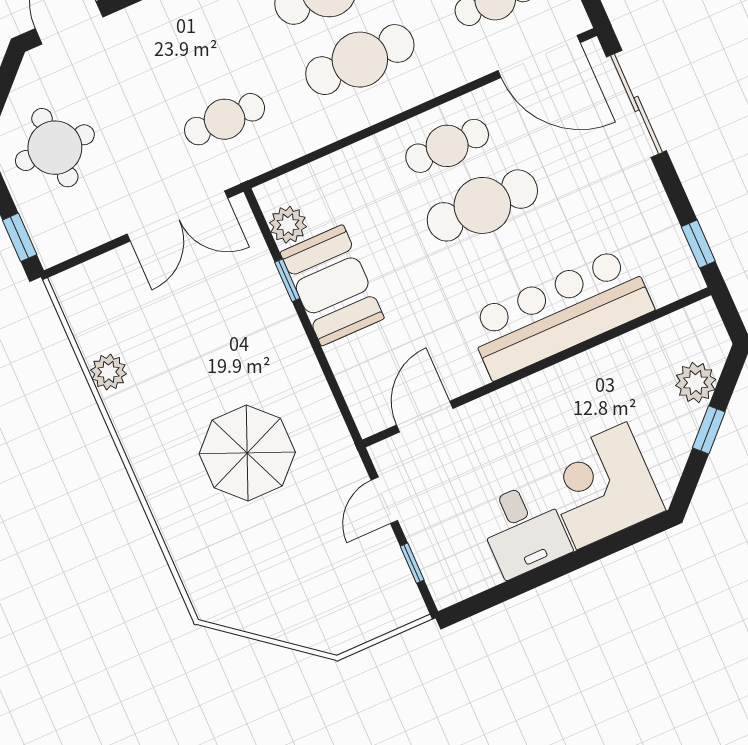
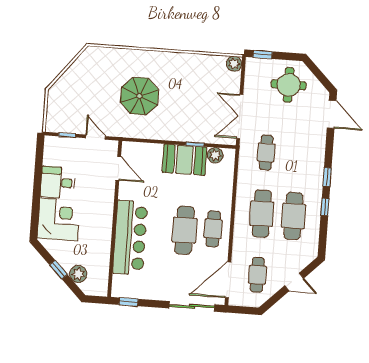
plant: (109, 372) -> (234, 64), moved

